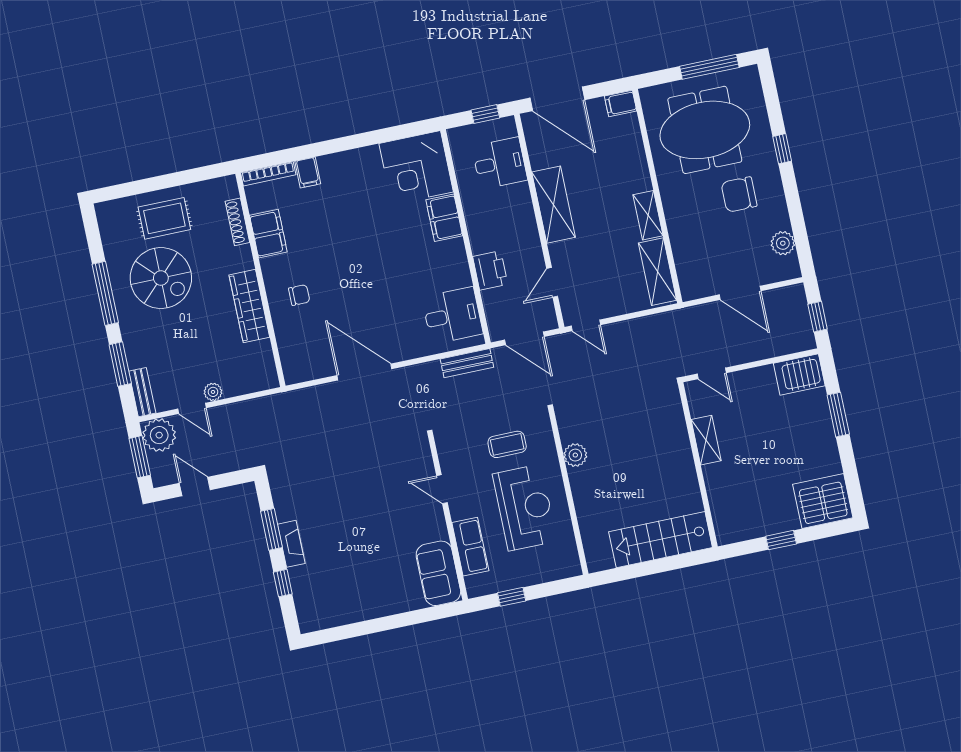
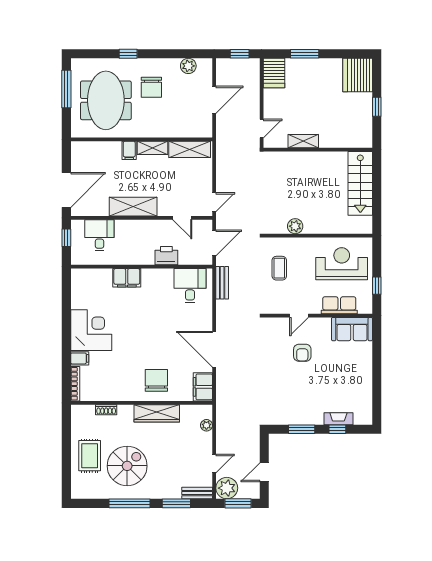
filing cabinet: (621, 103) -> (129, 150), moved
corner desk: (416, 168) -> (91, 330), moved, turned -90
shoe rack: (237, 222) -> (106, 410), width x0.70
filing cabinet: (268, 234) -> (203, 387), moved, turned -90
chair: (299, 295) -> (156, 380), width x1.87, depth x1.87
door: (364, 372) -> (214, 349), hinge flipped
plant: (213, 392) -> (206, 425), moved
armchair: (387, 506) -> (302, 353), added
reception desk: (525, 508) -> (342, 264), moved
fireplace: (291, 544) -> (338, 419), moved

